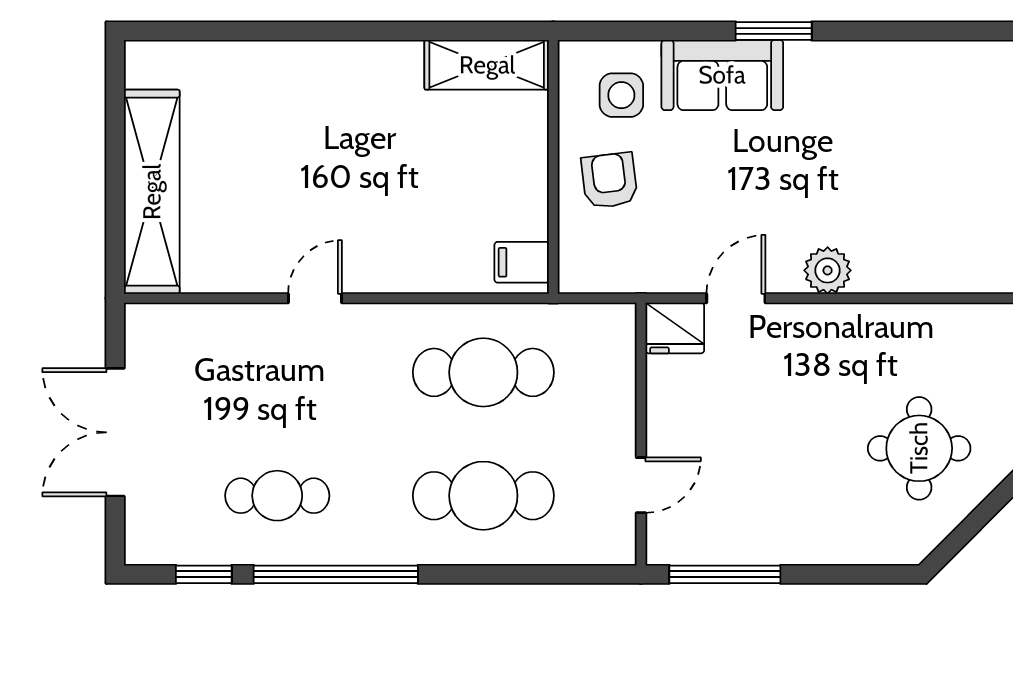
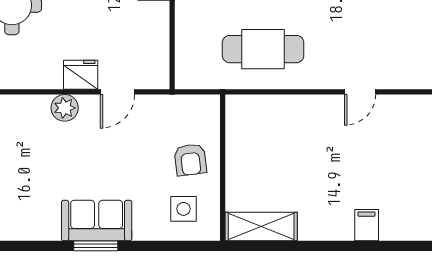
sofa: (722, 75) -> (97, 220), moved
filing cabinet: (522, 262) -> (367, 225), moved, turned -90
fridge: (675, 328) -> (81, 75), moved

